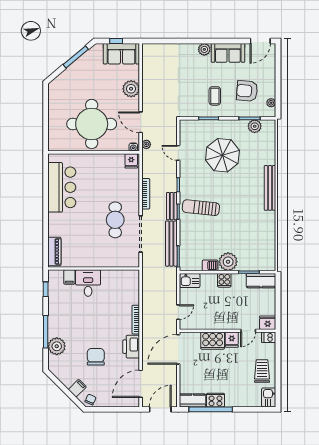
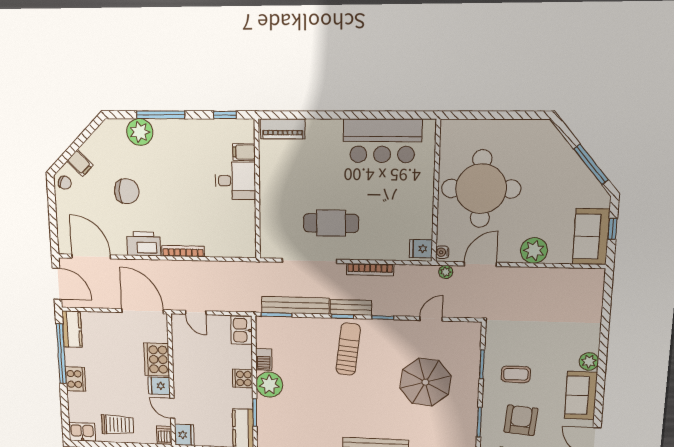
plant: (255, 126) -> (467, 429), removed
cooker: (216, 400) -> (76, 379), moved

